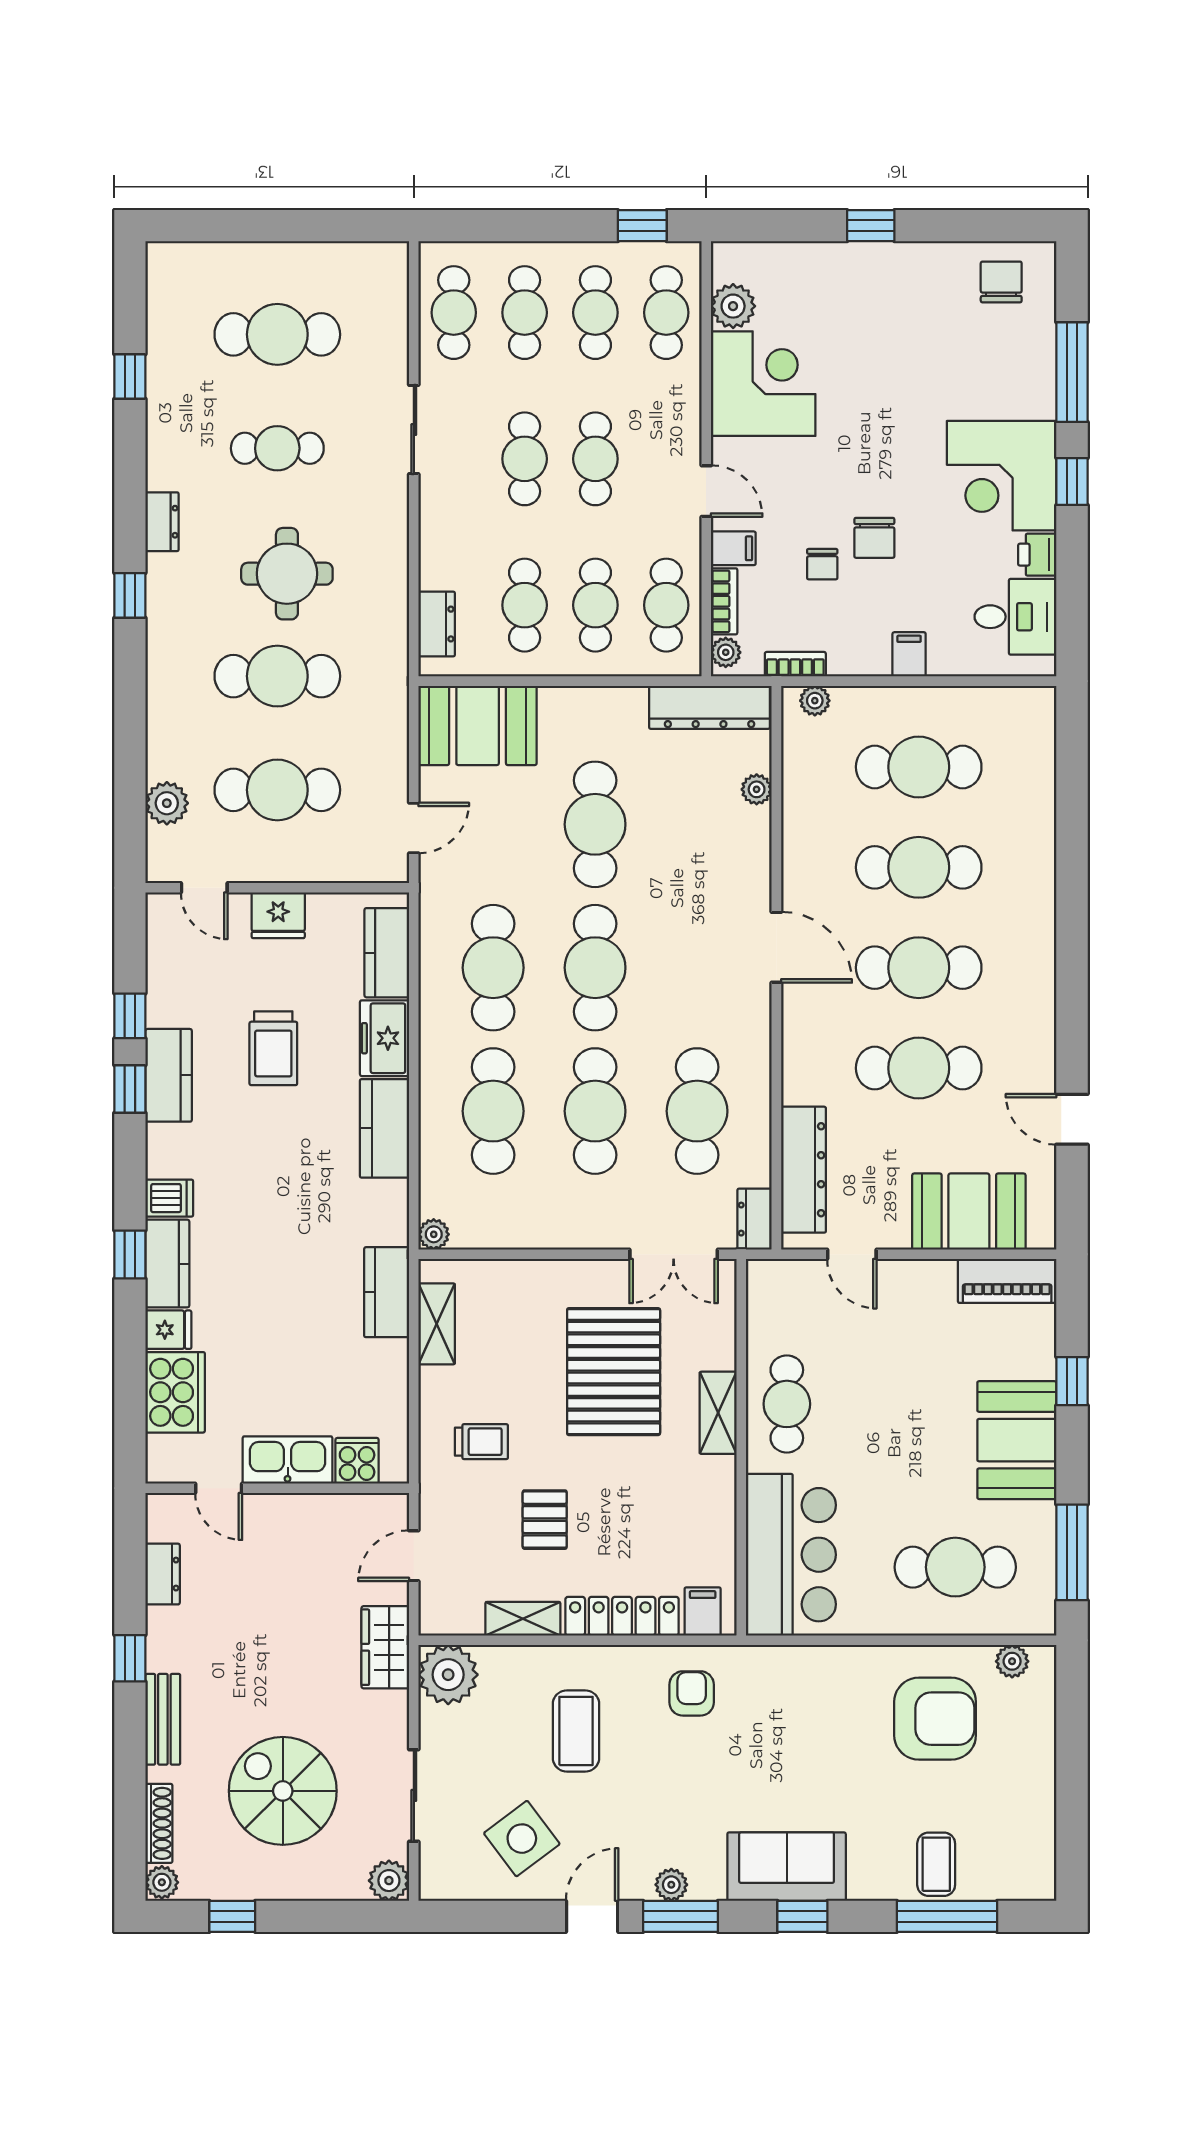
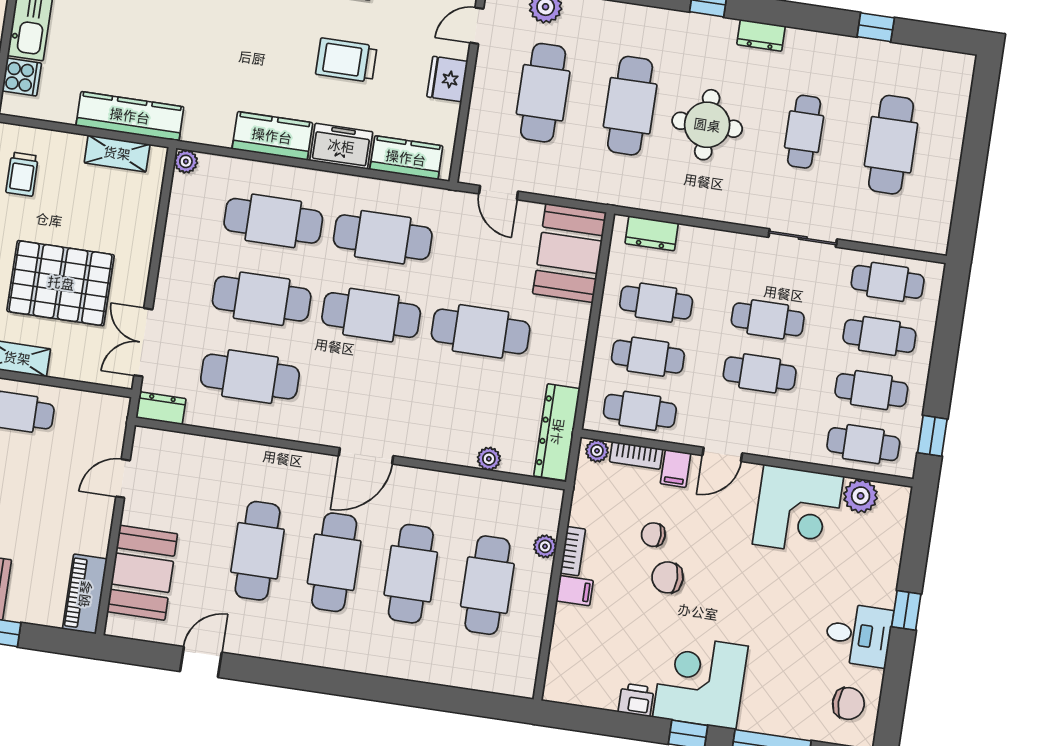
desk: (1015, 617) -> (858, 635), moved, turned -90
bookcase: (795, 664) -> (573, 551), moved
plant: (815, 701) -> (545, 546), moved
dresser: (804, 1170) -> (193, 451), removed
kitchen counter: (387, 1292) -> (130, 116), width x1.50

